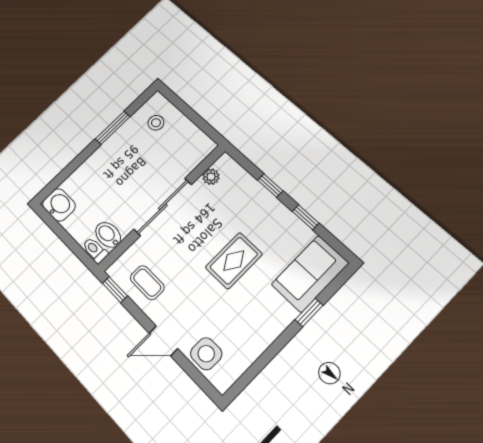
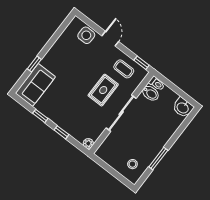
plant: (211, 177) -> (88, 143), moved
rug: (234, 261) -> (103, 90), moved
door: (163, 341) -> (110, 39), hinge flipped

